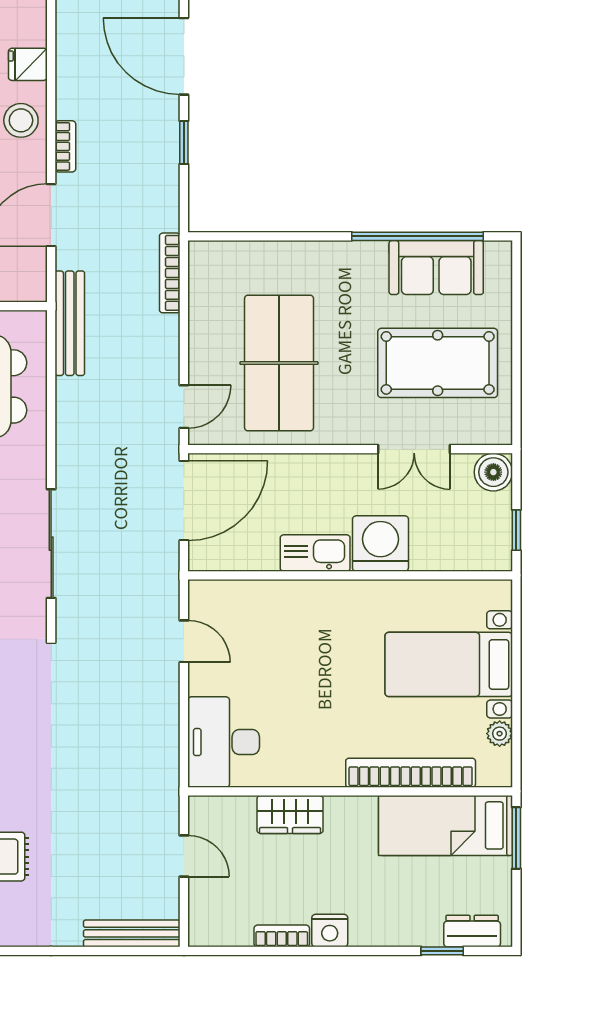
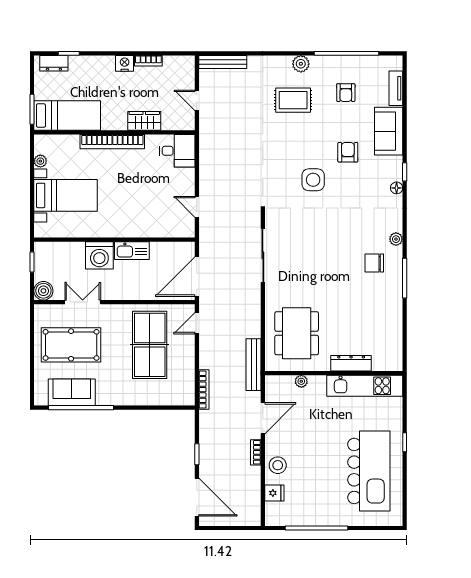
desk: (224, 742) -> (177, 151), width x0.73
bookcase: (411, 773) -> (112, 142), moved

